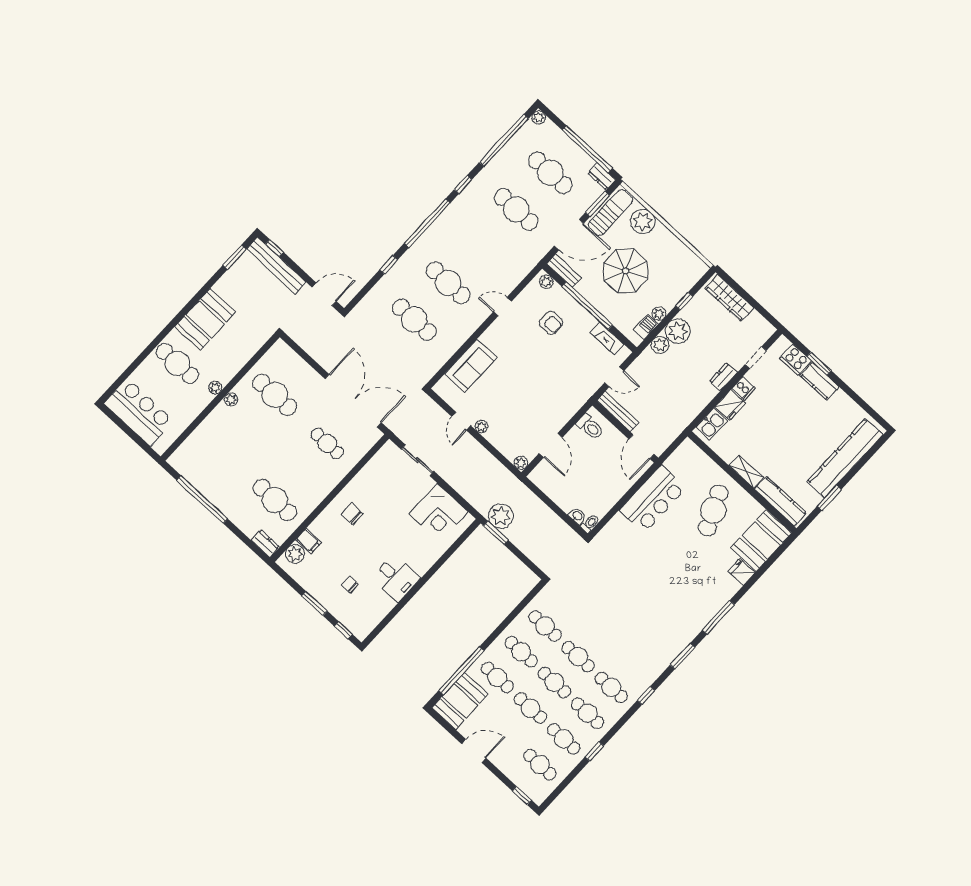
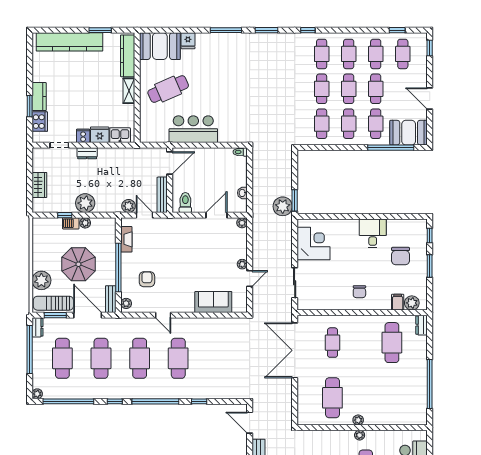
wardrobe: (729, 298) -> (39, 185), width x0.67
cafe table: (414, 320) -> (140, 358), moved
barbecue: (646, 327) -> (71, 223), moved
plant: (660, 345) -> (129, 206), moved
washbasin: (577, 516) -> (242, 193), moved
chair: (350, 584) -> (401, 256), width x1.87, depth x1.87
window: (594, 751) -> (397, 30), moved

